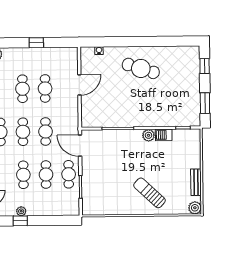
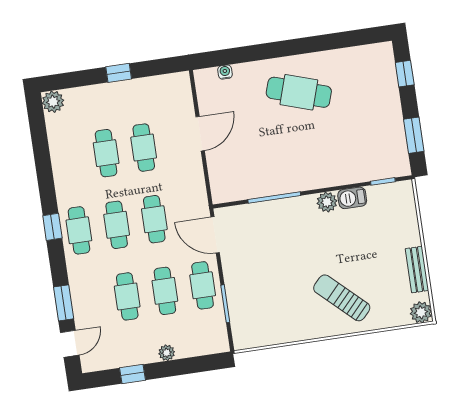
plant: (21, 211) -> (167, 353), moved

